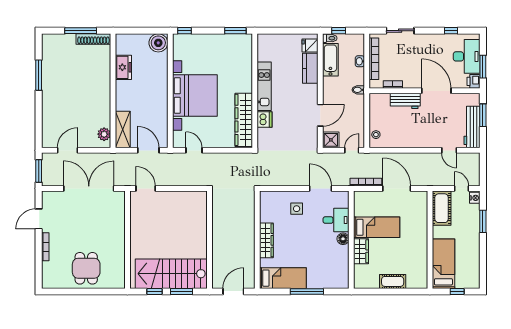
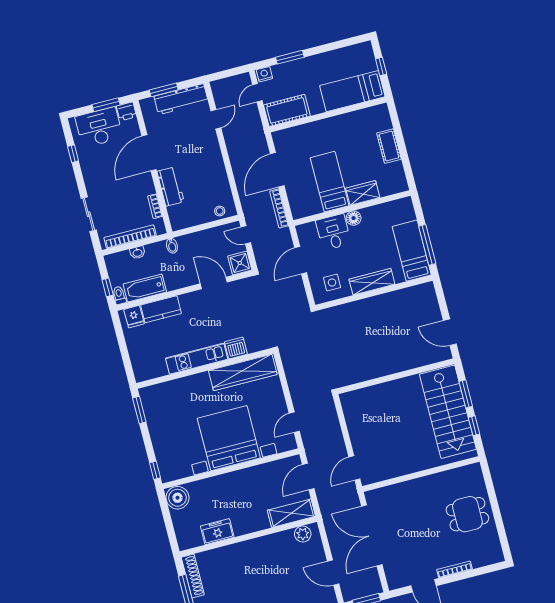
wall: (257, 240) -> (374, 293), moved
wardrobe: (266, 240) -> (372, 282), moved
bed: (283, 278) -> (412, 251), moved

